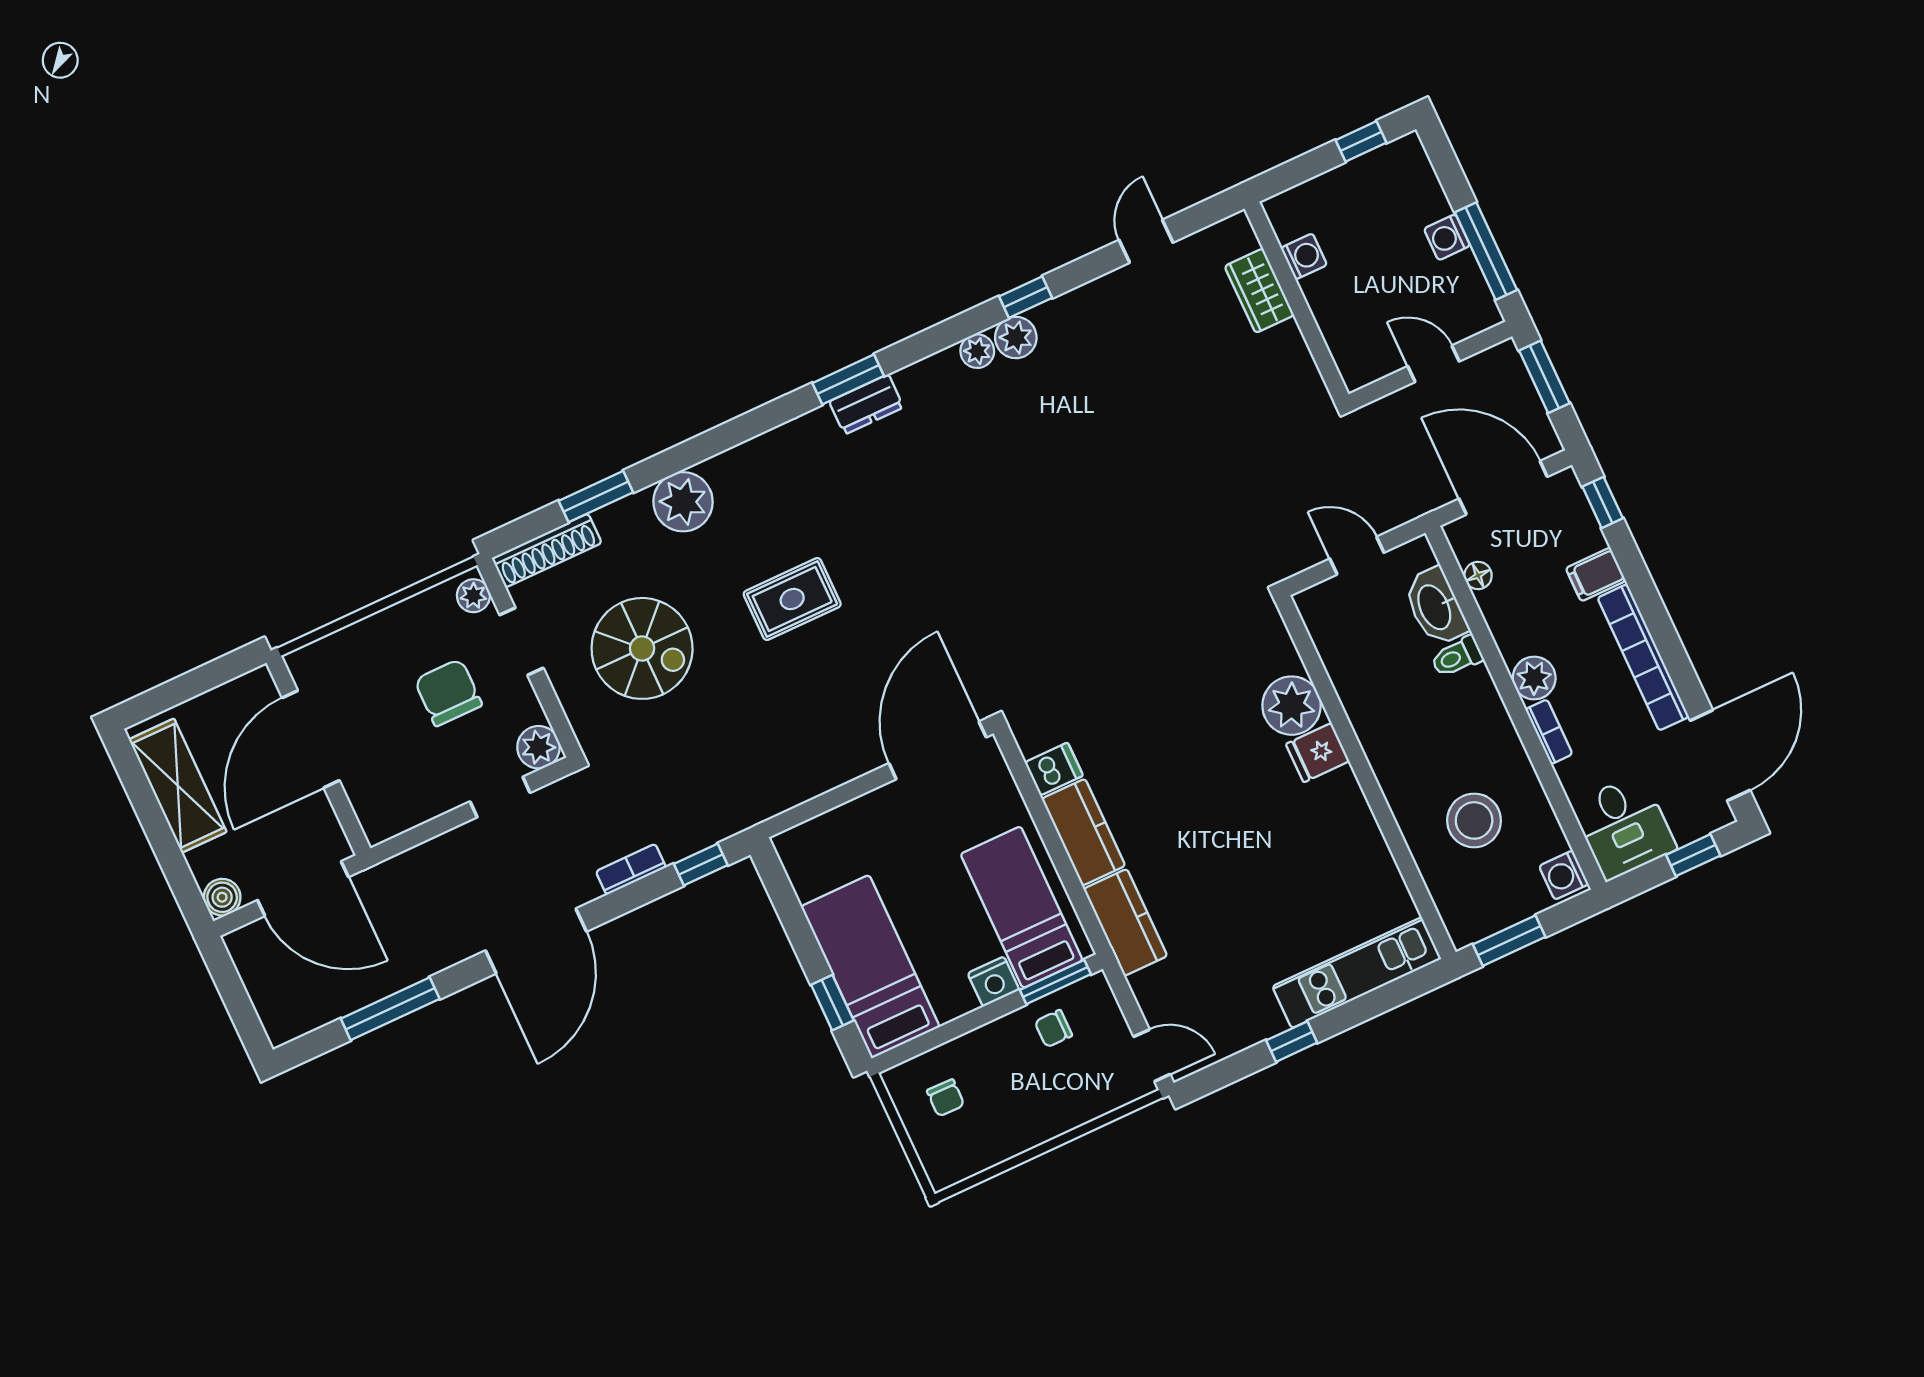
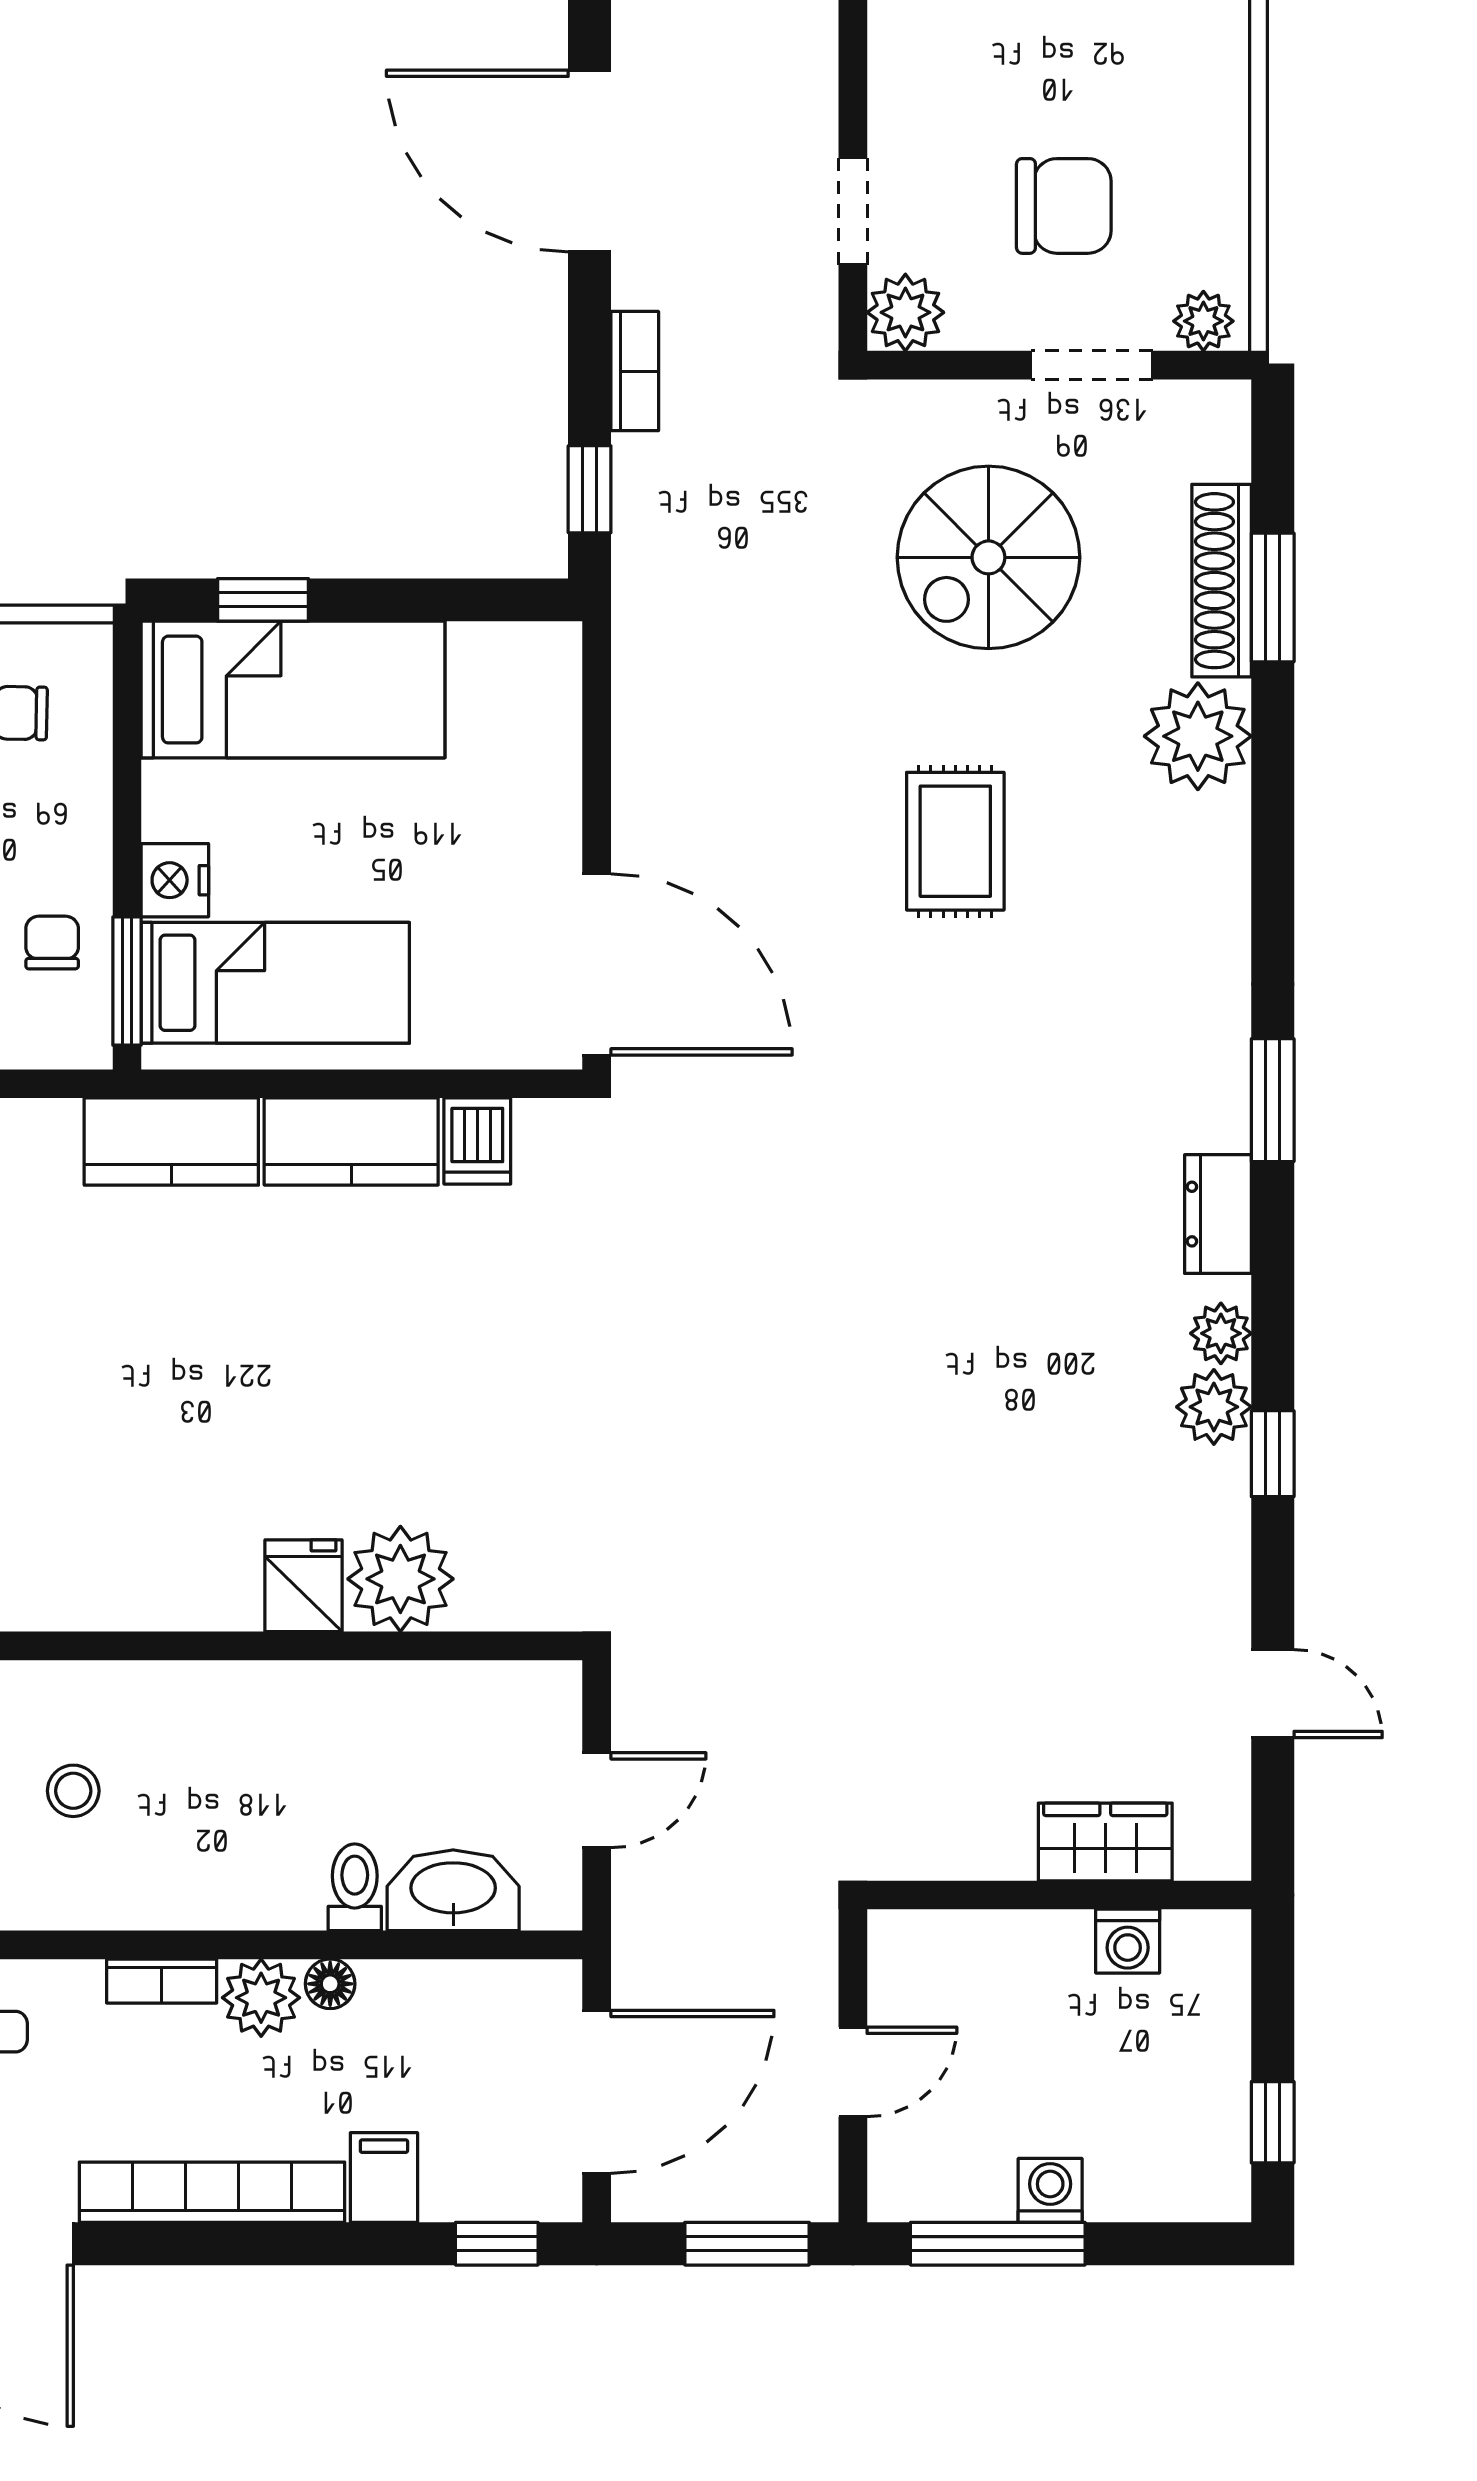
dresser: (866, 404) -> (1218, 1214), moved
shoe rack: (547, 551) -> (1222, 581), moved
floor lamp: (1478, 575) -> (330, 1984), moved
stool: (1474, 820) -> (73, 1791), width x0.53, depth x0.53

